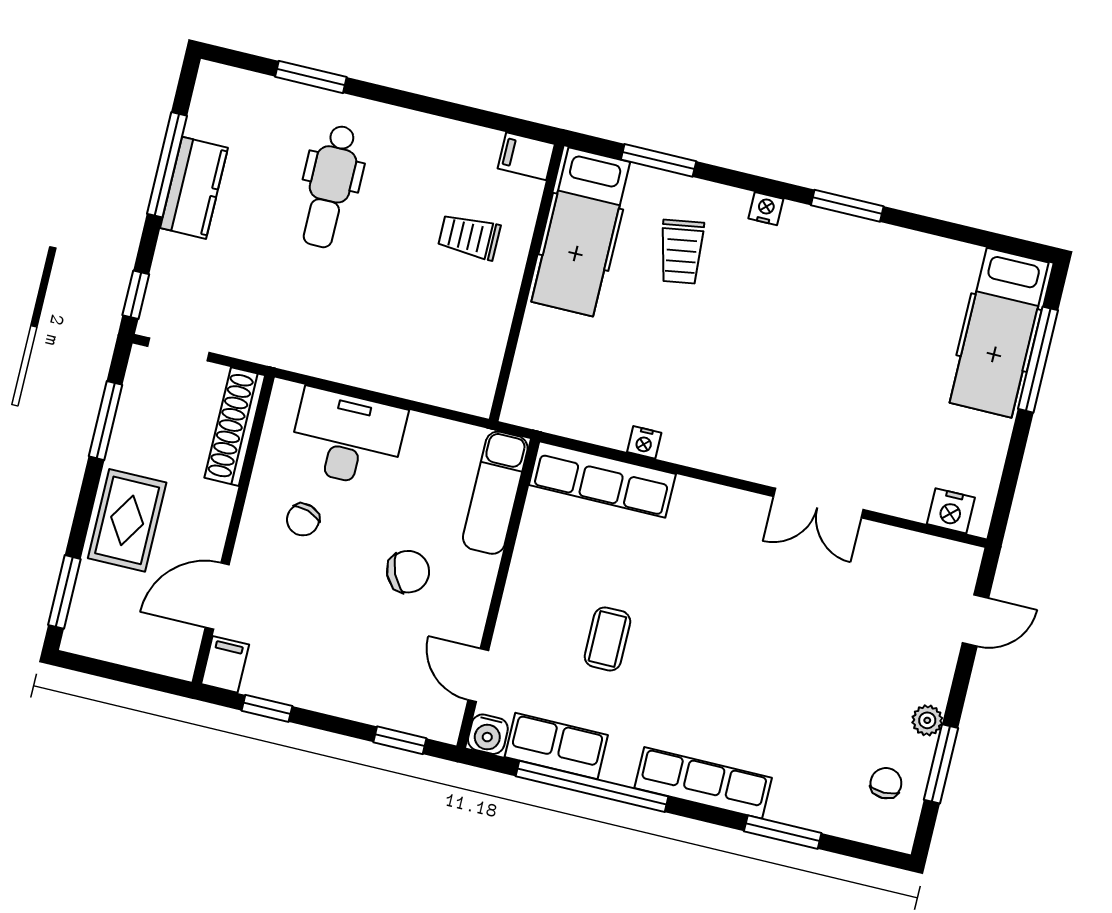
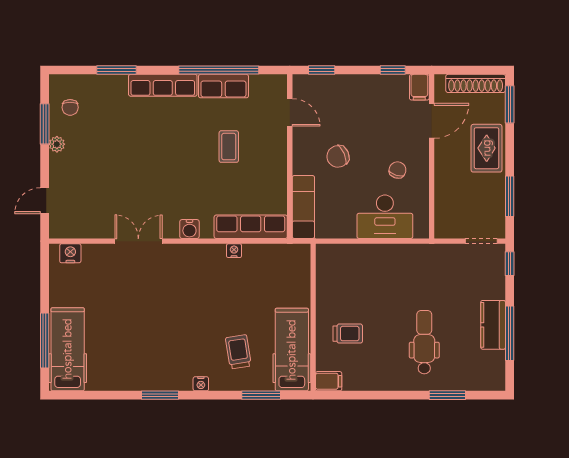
shoe rack: (235, 427) -> (476, 83), moved, turned 90
water cooler: (488, 734) -> (189, 229), moved, turned 180
row of seats: (556, 746) -> (223, 86), moved

